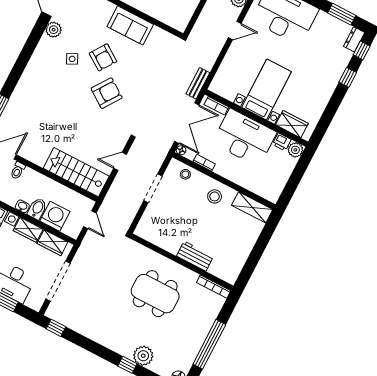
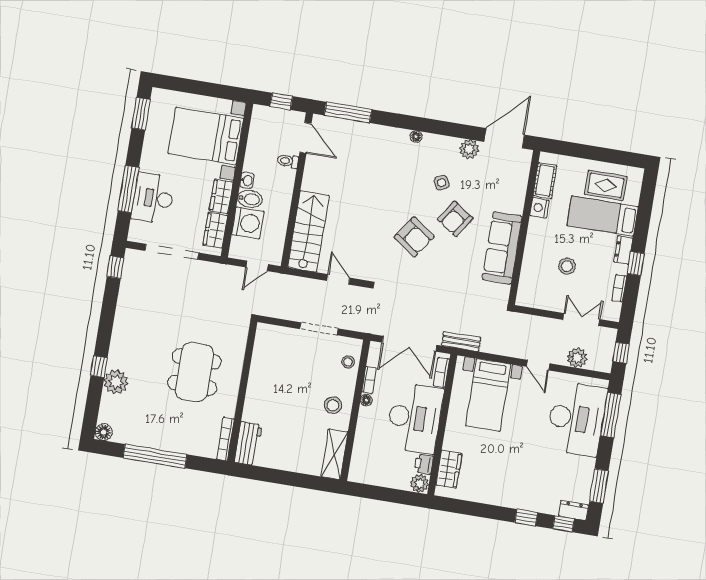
sofa: (130, 25) -> (502, 248), width x1.36
floor lamp: (31, 67) -> (416, 137), added
bed with nightstands: (267, 89) -> (488, 395), moved, turned 90
floor lamp: (181, 150) -> (366, 400), moved
workbench: (195, 256) -> (248, 444), moved

